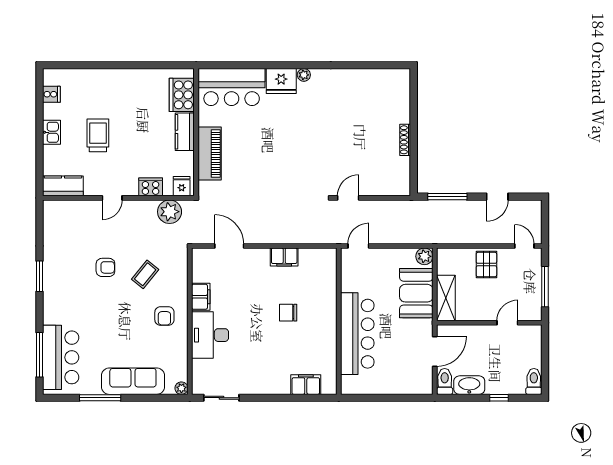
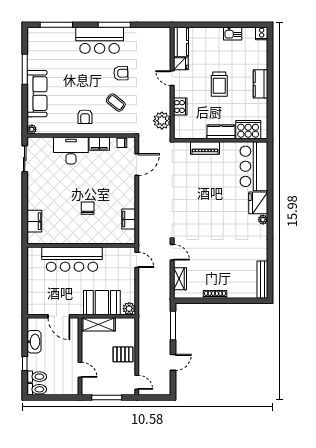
bench: (385, 76) -> (262, 280), added
kitchen counter: (120, 78) -> (260, 84), added
cooker: (51, 94) -> (262, 33), moved
kitchen sink: (52, 132) -> (233, 34), moved
trolley: (98, 135) -> (219, 84), moved, turned 90
piano: (210, 153) -> (205, 148), width x0.73, depth x0.75
fridge: (182, 186) -> (181, 64), moved
wardrobe: (384, 187) -> (180, 279), added
door: (497, 197) -> (173, 362), swing flipped
door: (524, 246) -> (137, 382), hinge flipped
filing cabinet: (284, 257) -> (129, 219), moved
chair: (200, 266) -> (122, 143), added
armchair: (105, 267) -> (121, 73), turned -92
window: (40, 276) -> (114, 25), width x1.44
armchair: (164, 316) -> (85, 117), turned -90
bar counter: (61, 357) -> (100, 40), moved
toilet: (445, 381) -> (37, 377), moved

